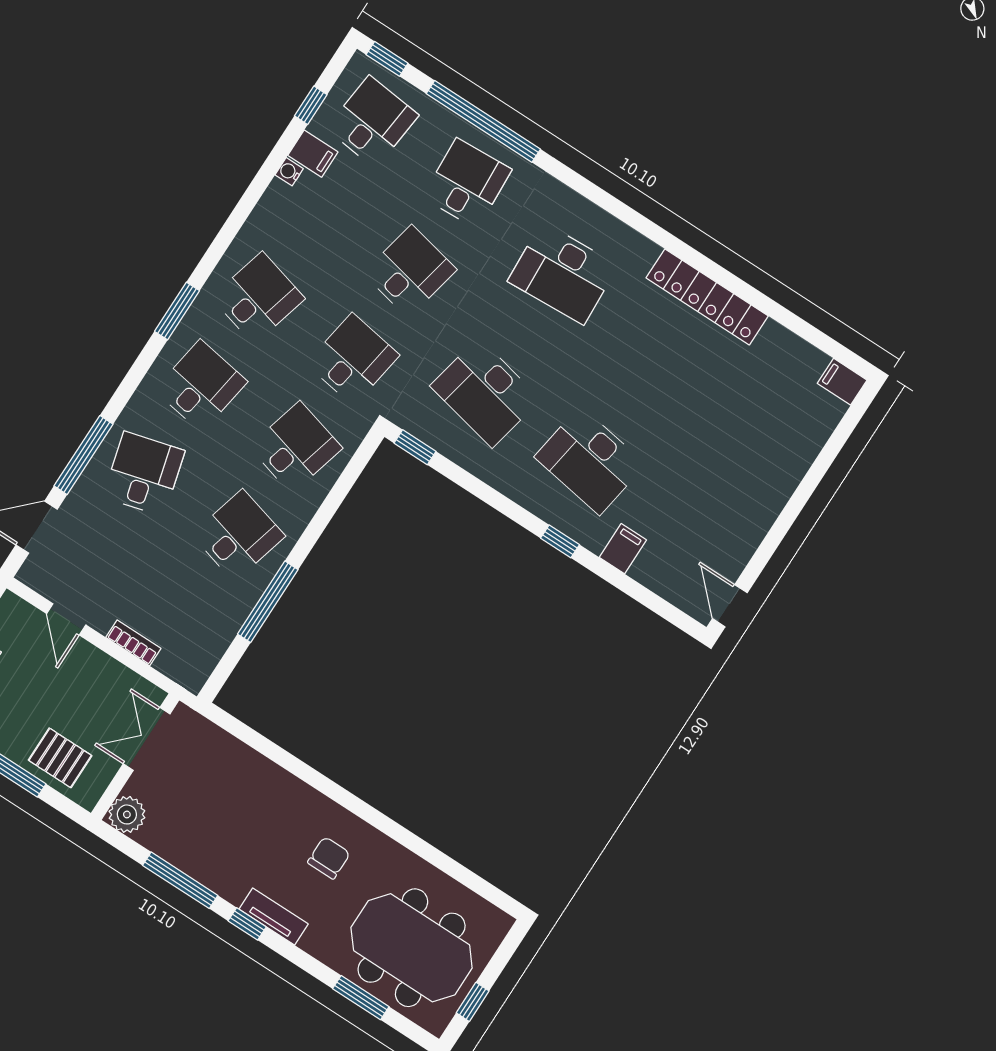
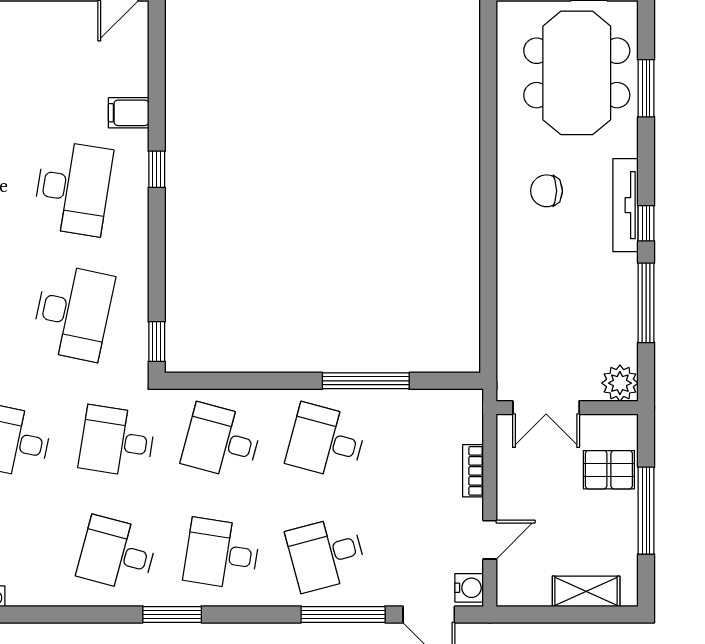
water cooler: (37, 576) -> (469, 588), added
pallet: (60, 758) -> (609, 470), turned 90
tv unit: (274, 916) -> (626, 205), width x1.41

